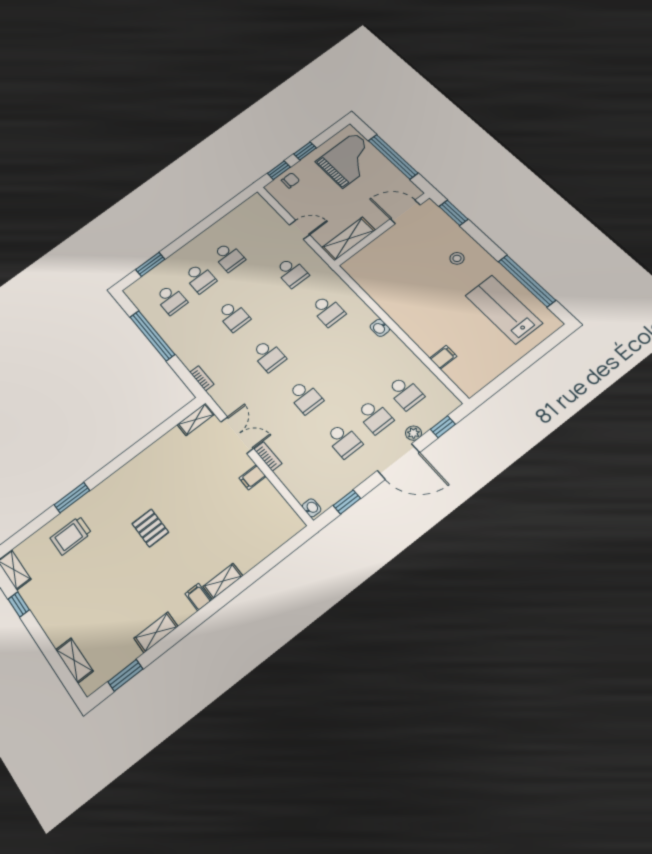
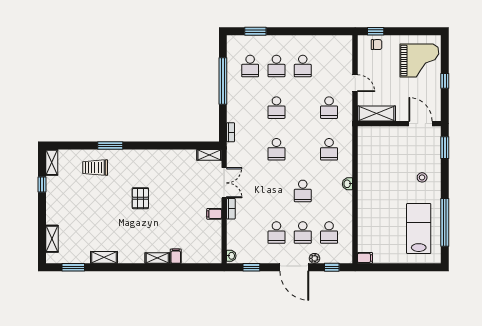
window: (305, 151) -> (401, 31), removed
window: (393, 157) -> (445, 81), width x0.32
filing cabinet: (443, 357) -> (365, 258), moved
school desk: (305, 397) -> (303, 191), moved
filing cabinet: (198, 597) -> (176, 256), moved

